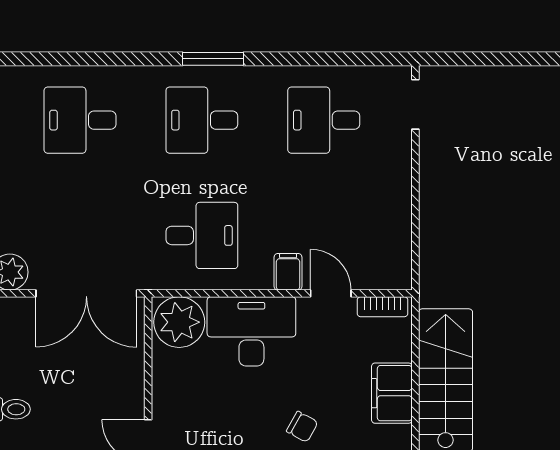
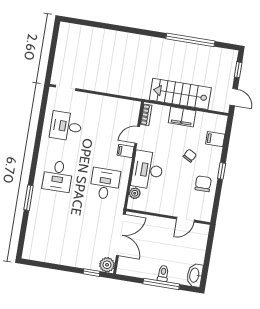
window: (213, 59) -> (28, 198), moved
desk: (80, 120) -> (50, 226), removed
desk: (324, 120) -> (66, 126), turned 90
plant: (179, 322) -> (135, 193), width x0.53, depth x0.53

